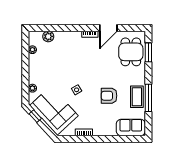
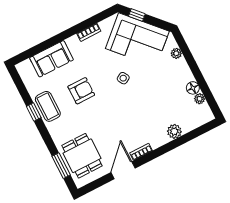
plant: (48, 36) -> (174, 131), moved
floor lamp: (33, 59) -> (193, 88), added
window: (148, 98) -> (34, 112), width x0.46
window: (35, 116) -> (137, 15), moved
sofa: (131, 127) -> (51, 59), moved

